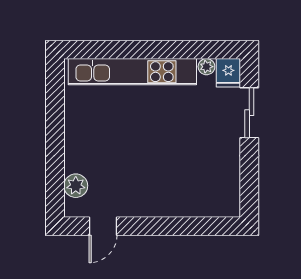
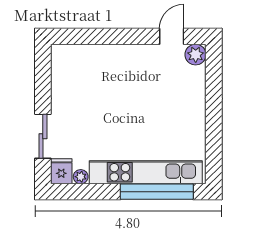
window: (120, 50) -> (157, 192), added
plant: (76, 186) -> (196, 55), moved

